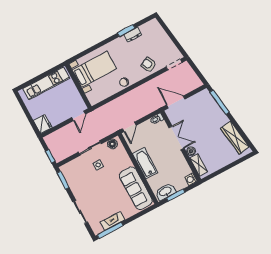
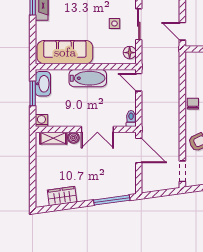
door: (176, 102) -> (139, 150), hinge flipped
wardrobe: (235, 138) -> (62, 196), width x0.67

